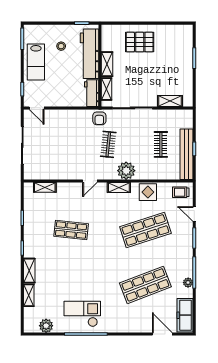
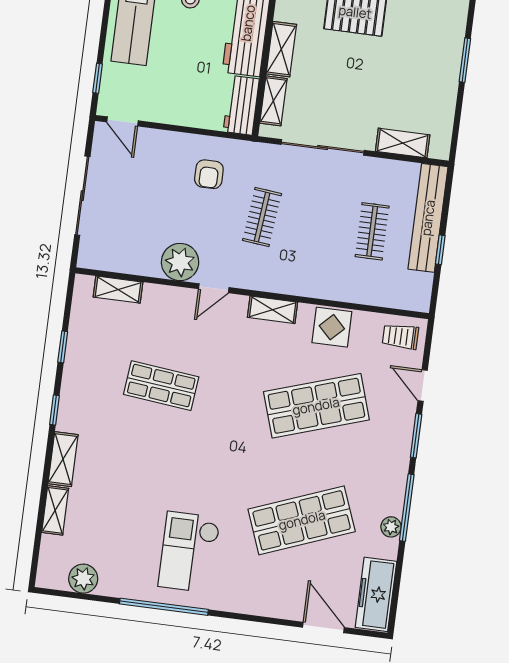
armchair: (99, 118) -> (209, 174), moved
bench: (186, 154) -> (428, 218), moved
plant: (126, 171) -> (180, 262), moved
checkout: (82, 314) -> (189, 552), moved, turned -90

